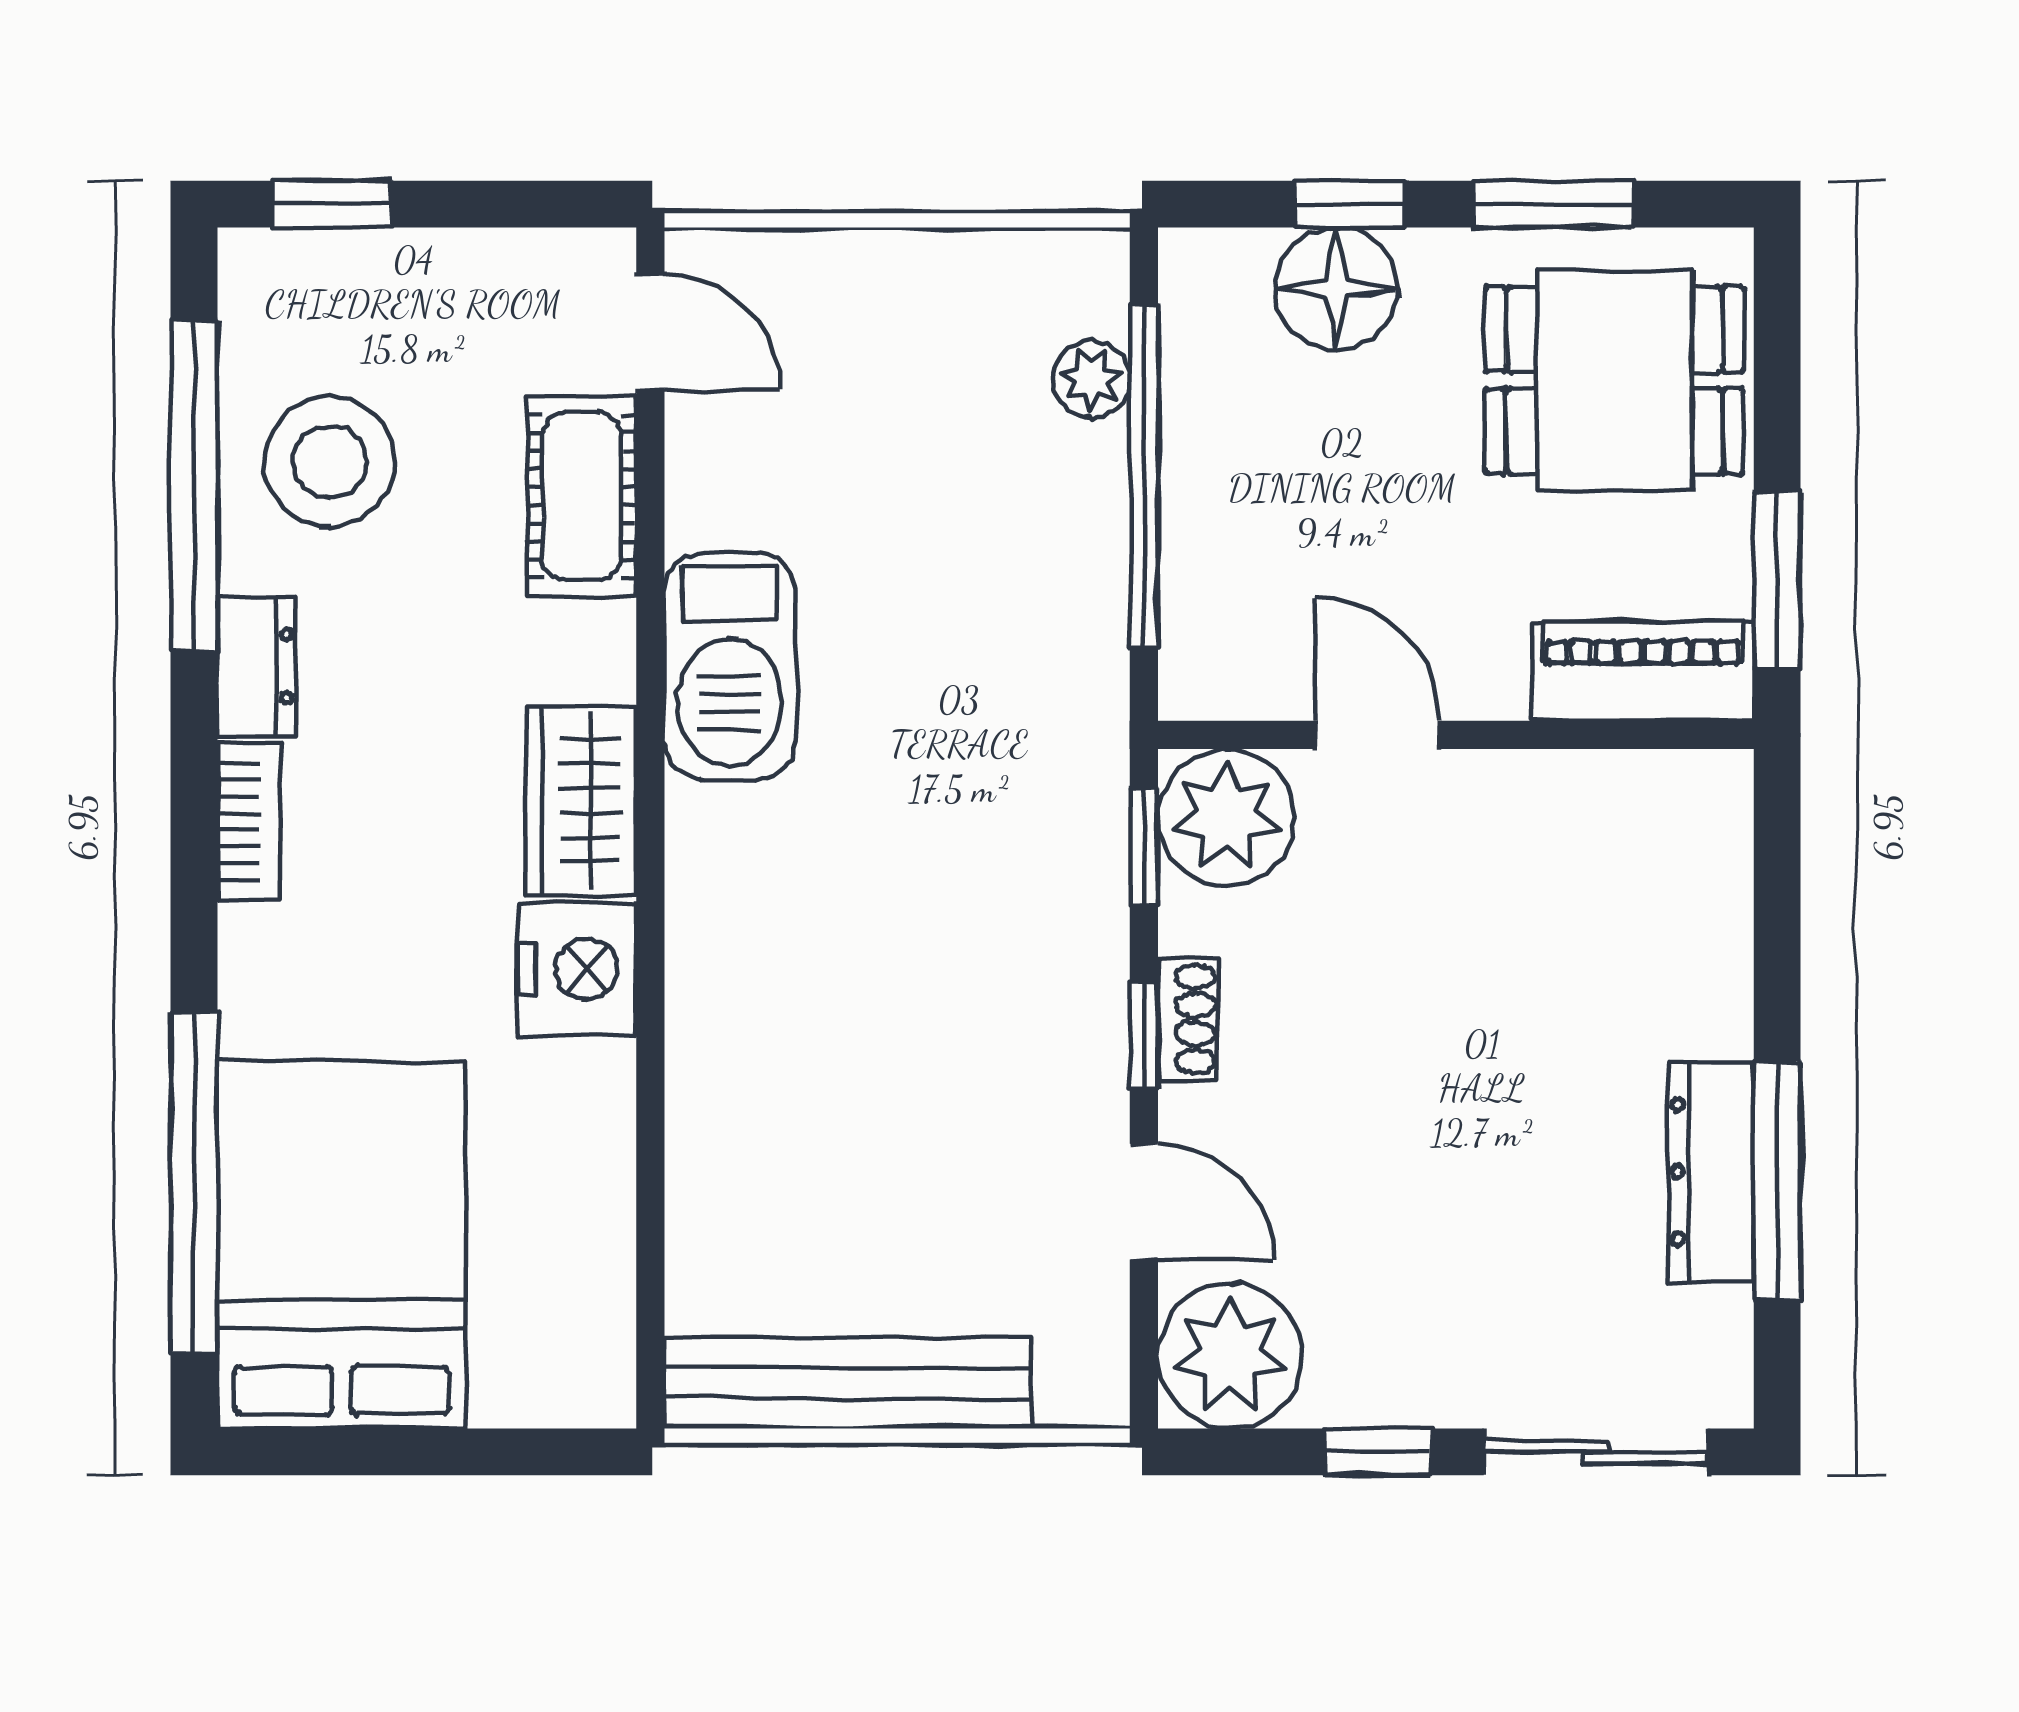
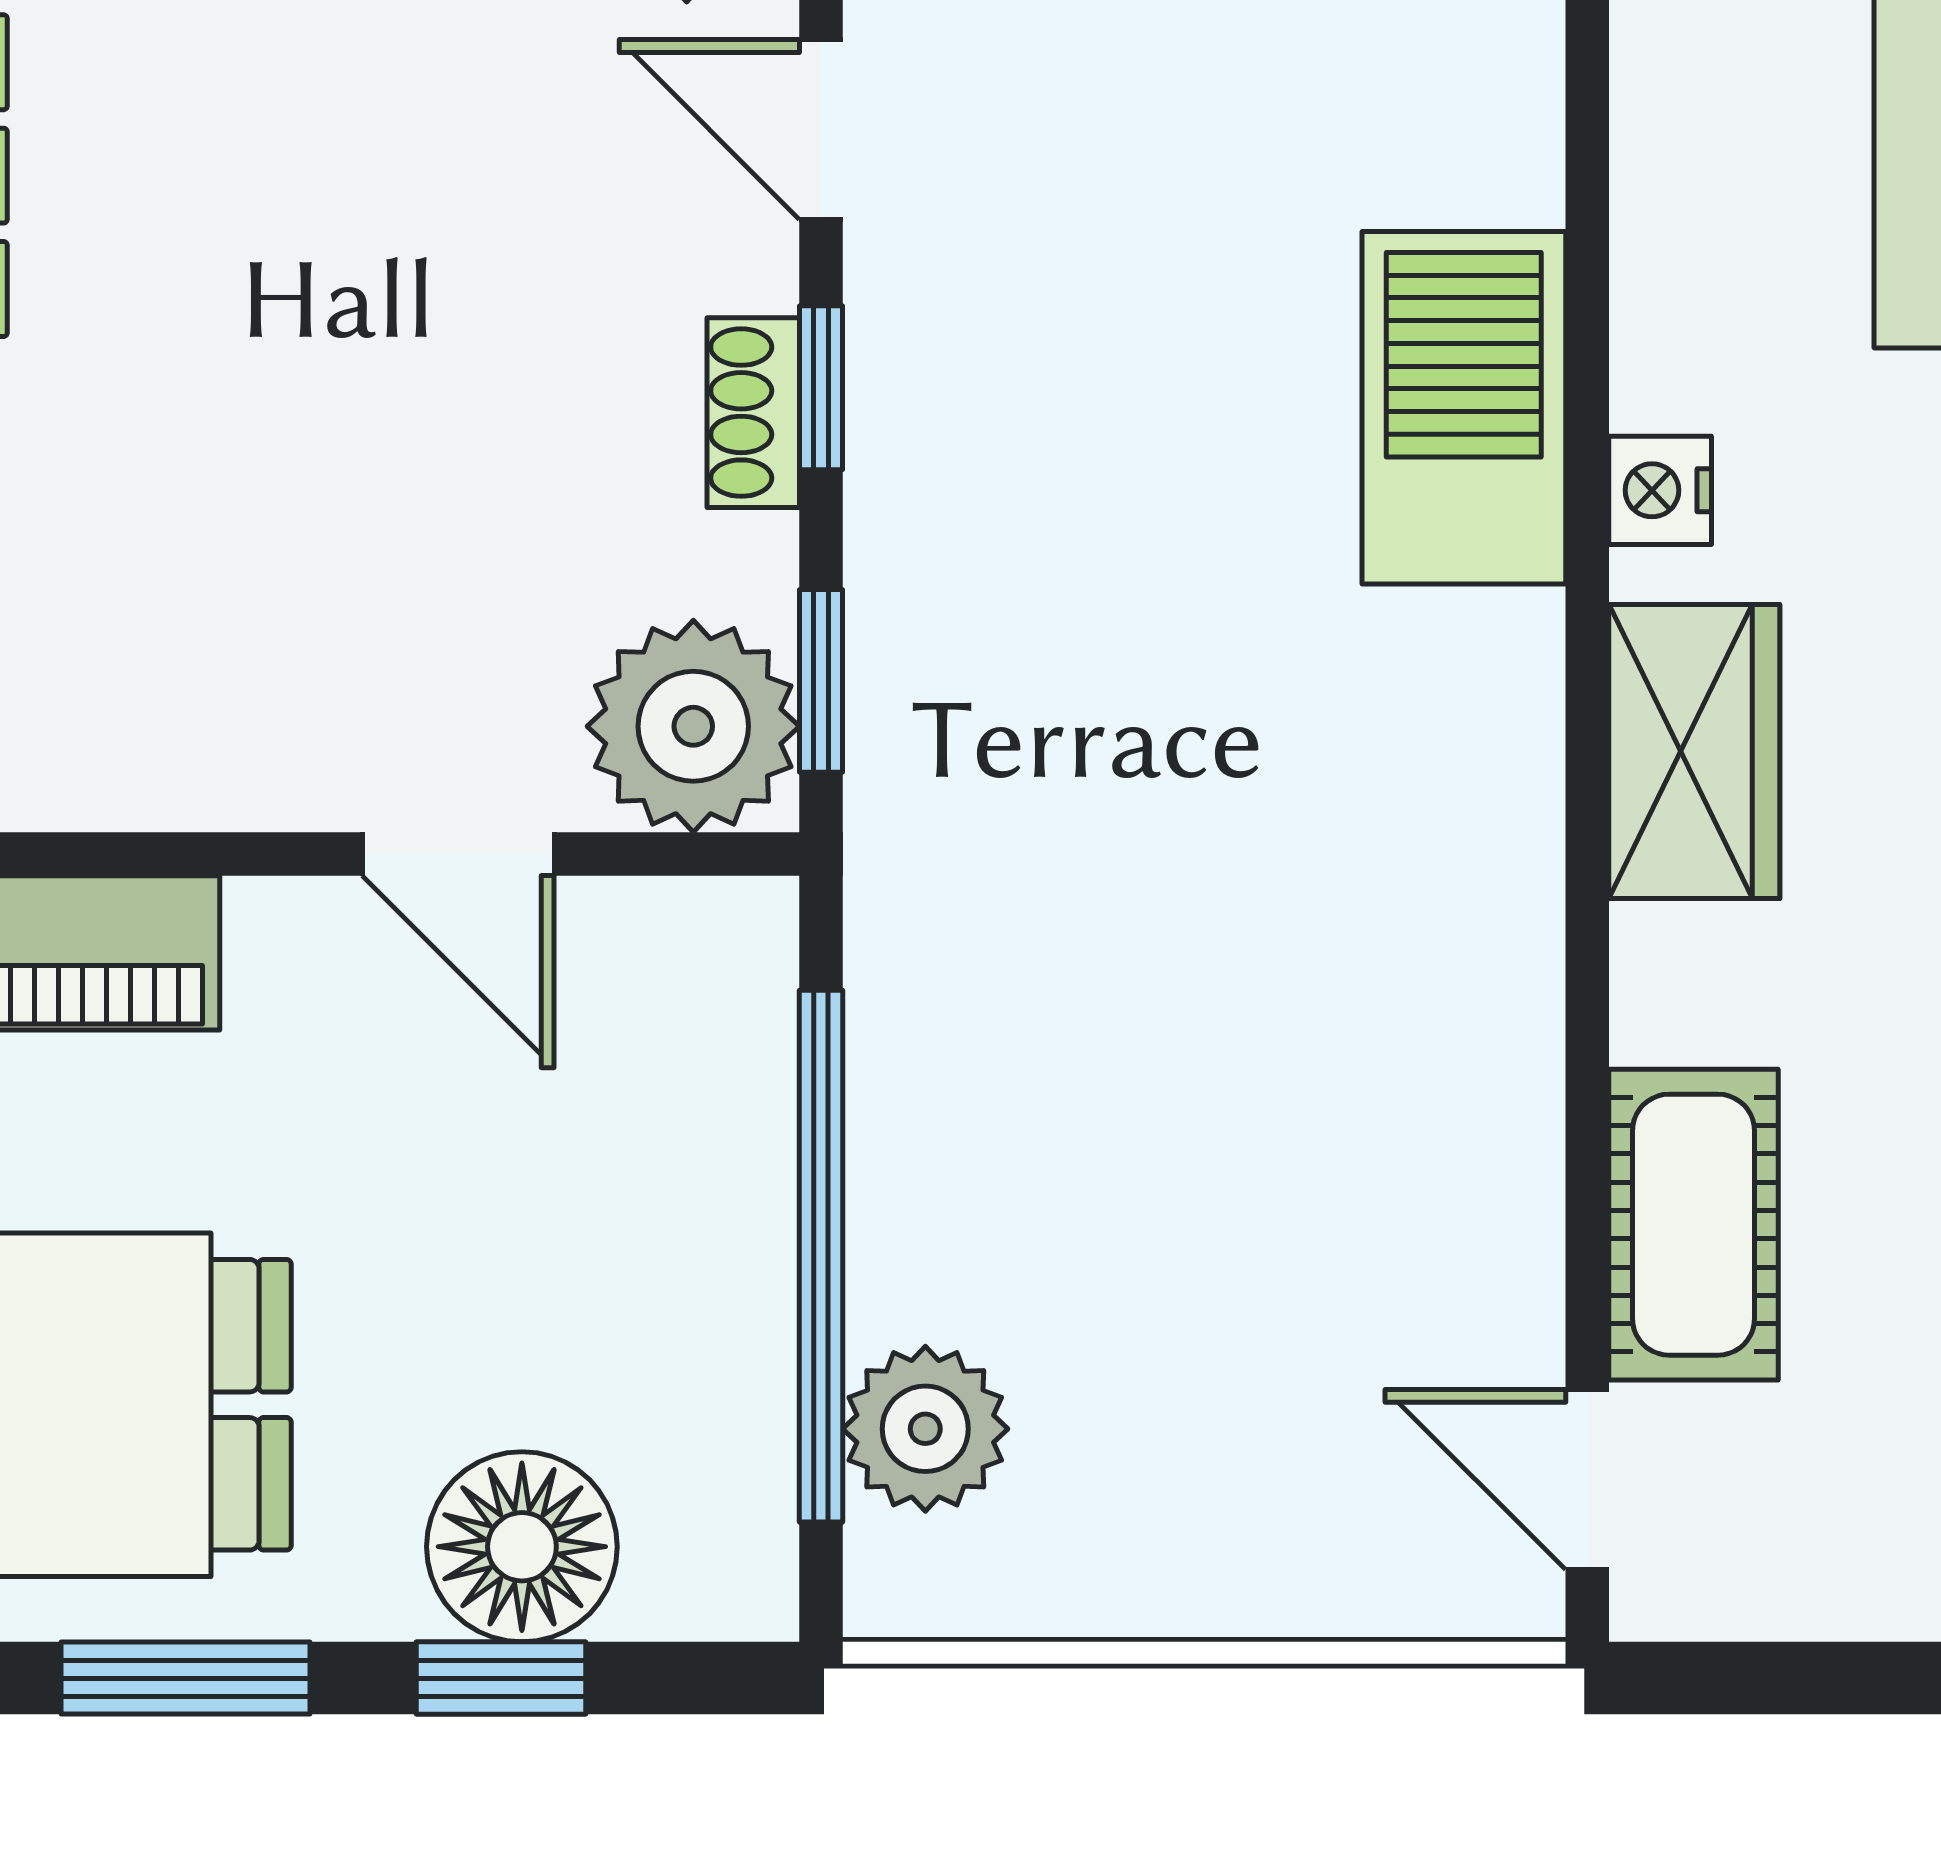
plant: (1091, 379) -> (925, 1429), width x1.38, depth x1.38
barbecue: (730, 666) -> (1464, 408), moved
nightstand: (577, 969) -> (1660, 490), width x0.53, depth x0.56

